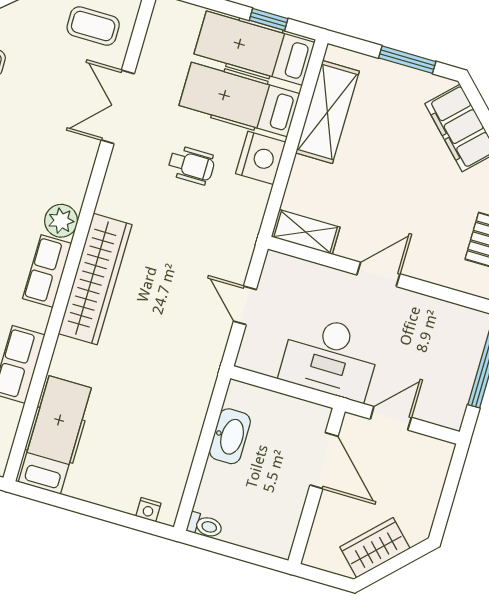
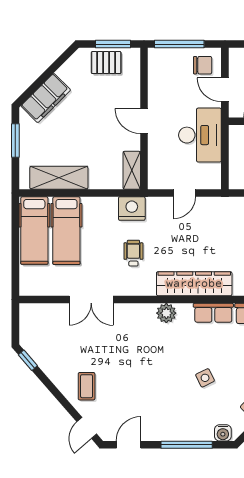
window: (269, 19) -> (15, 227), removed
coffee table: (93, 26) -> (49, 327), removed
nightstand: (261, 158) -> (132, 209), moved
wheelchair: (191, 165) -> (133, 253), moved
row of seats: (47, 271) -> (213, 313), moved
chair: (441, 394) -> (203, 65), added

